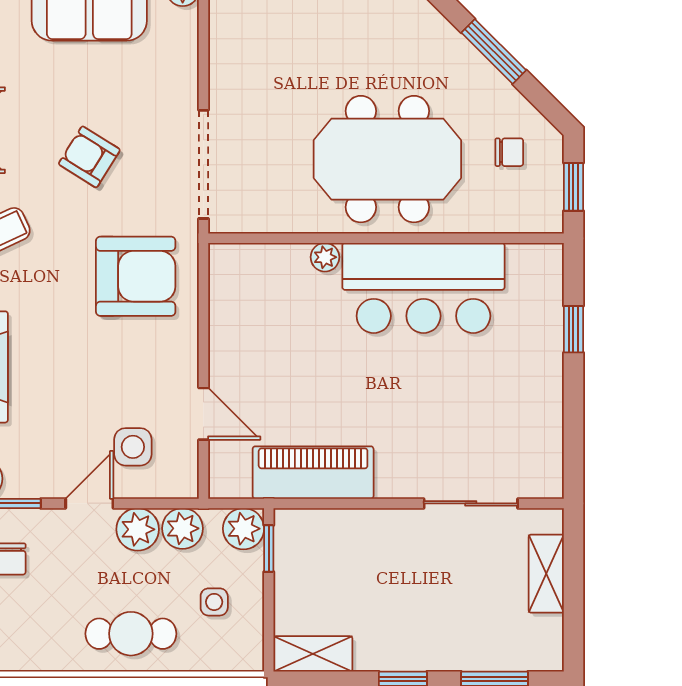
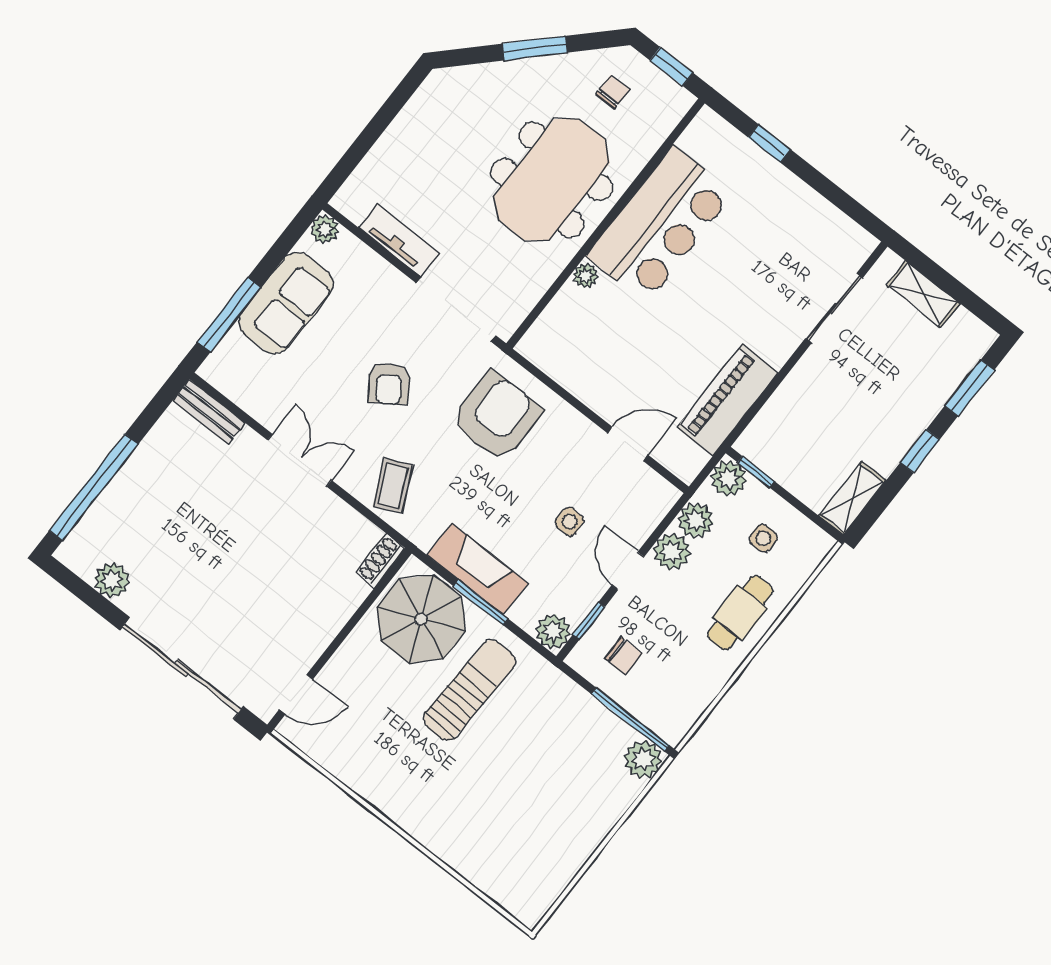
tv unit: (225, 64) -> (399, 240), added
armchair: (89, 157) -> (389, 384), turned -66
side table: (133, 447) -> (570, 522), moved, width x0.73, depth x0.73

